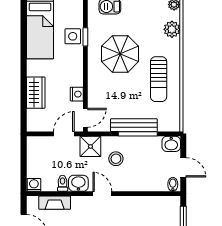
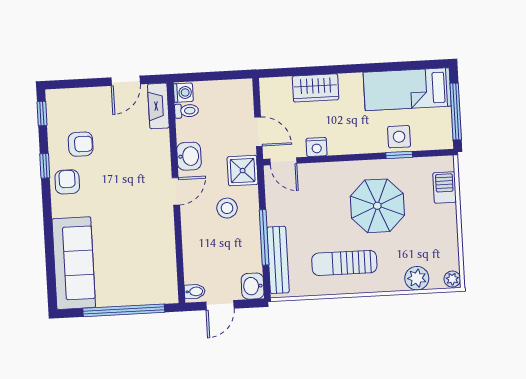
bench: (134, 125) -> (278, 260), moved
toilet: (63, 183) -> (186, 111), moved
fireplace: (55, 203) -> (158, 106), moved

